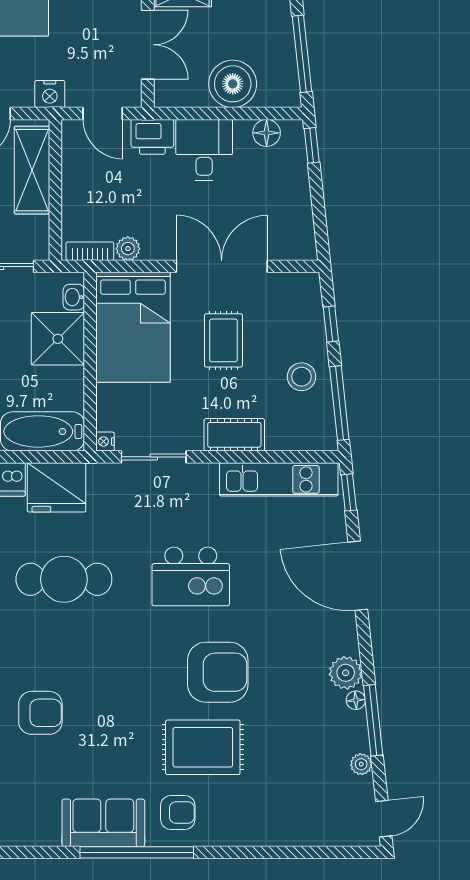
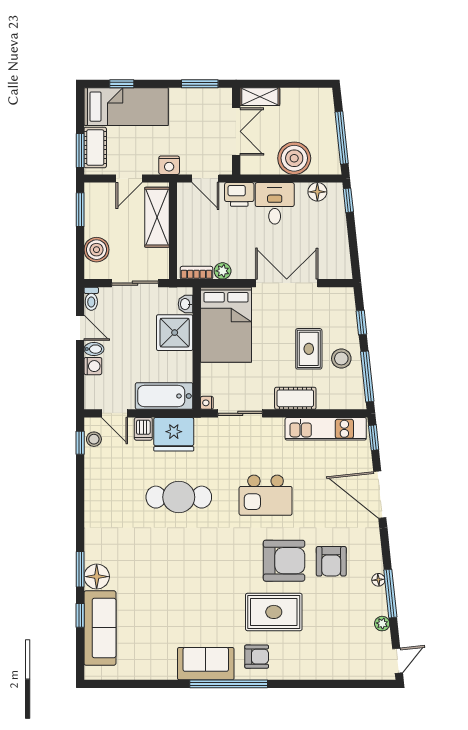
rug: (223, 340) -> (309, 349), moved
plant: (346, 673) -> (371, 561), removed
armchair: (40, 713) -> (331, 561), moved, turned 90

